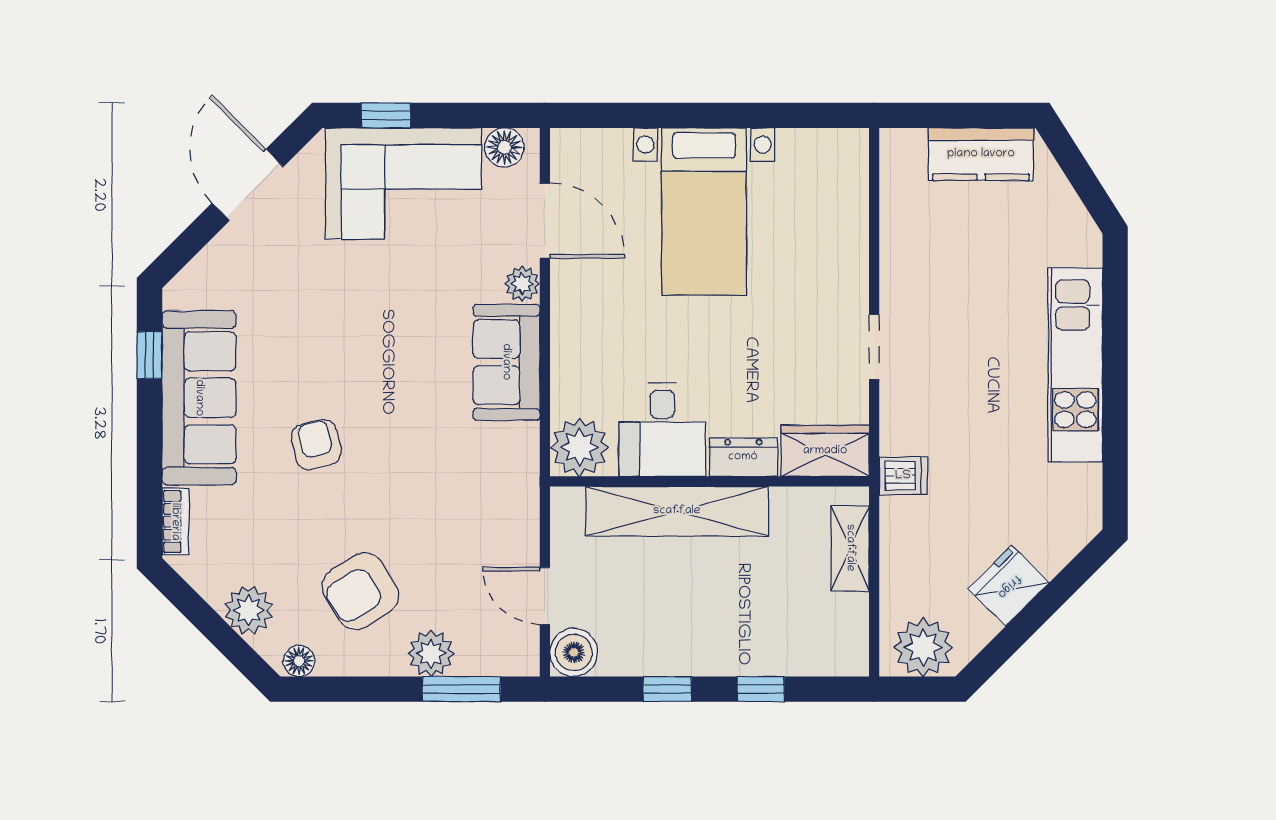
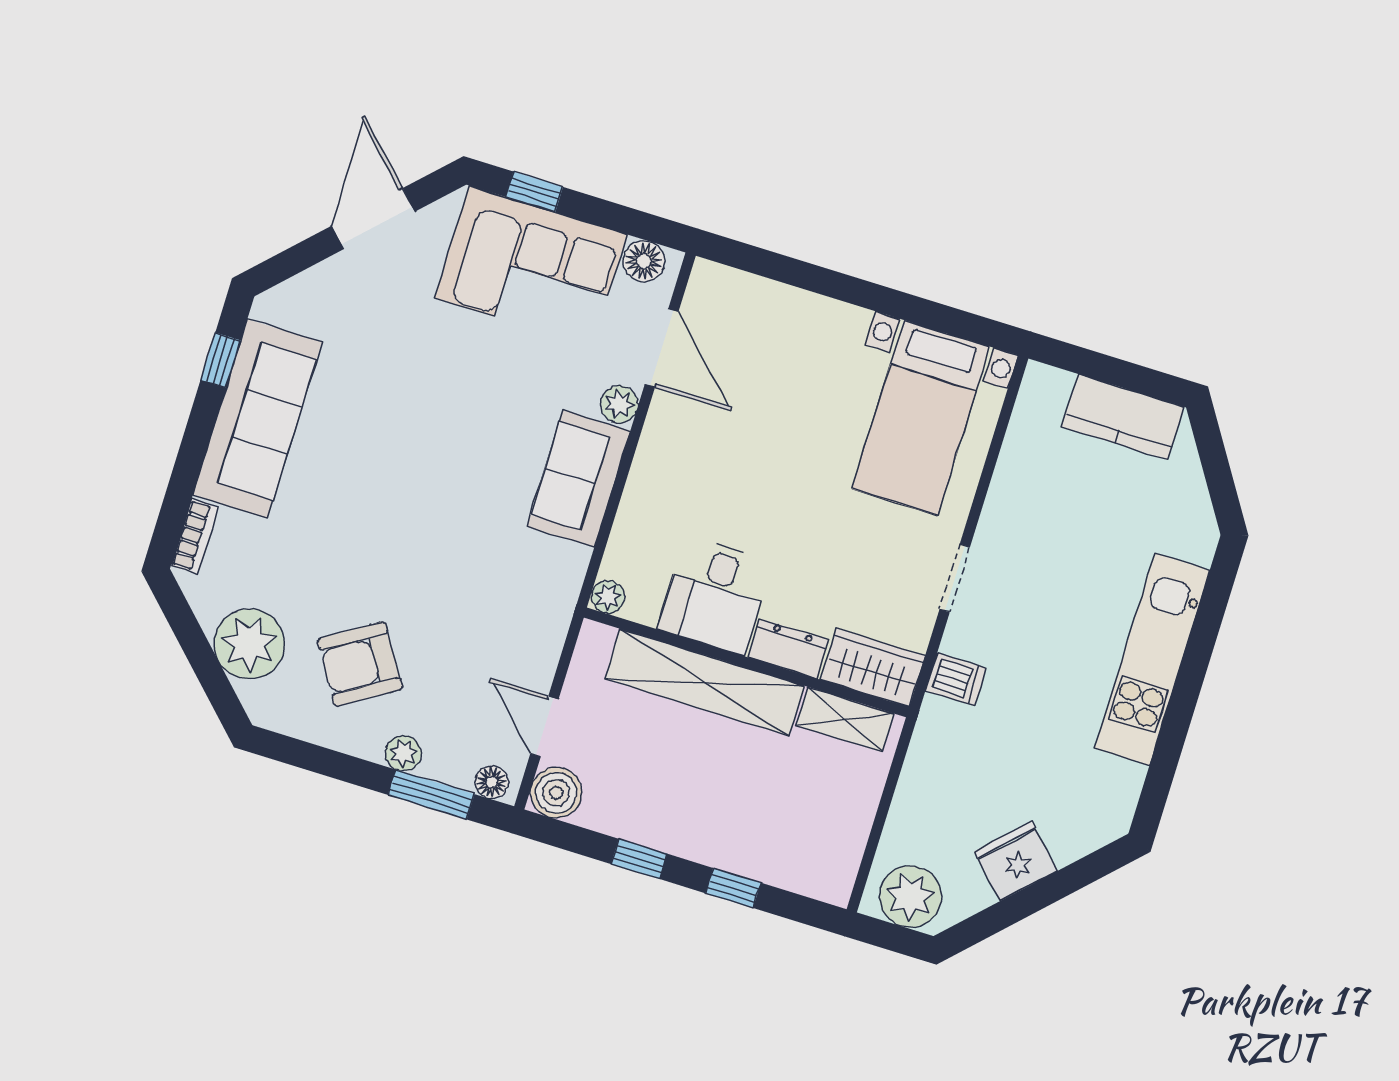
bed with nightstands: (704, 211) -> (921, 418), moved
armchair: (316, 445) -> (361, 502), removed
plant: (580, 447) -> (608, 597), width x0.53, depth x0.53
dishwasher: (903, 476) -> (956, 680), moved
shelving: (850, 548) -> (845, 720), moved, turned 90
plant: (249, 610) -> (249, 644), width x1.36, depth x1.36
plant: (431, 653) -> (403, 753), width x0.73, depth x0.73
floor lamp: (299, 661) -> (492, 782), moved

